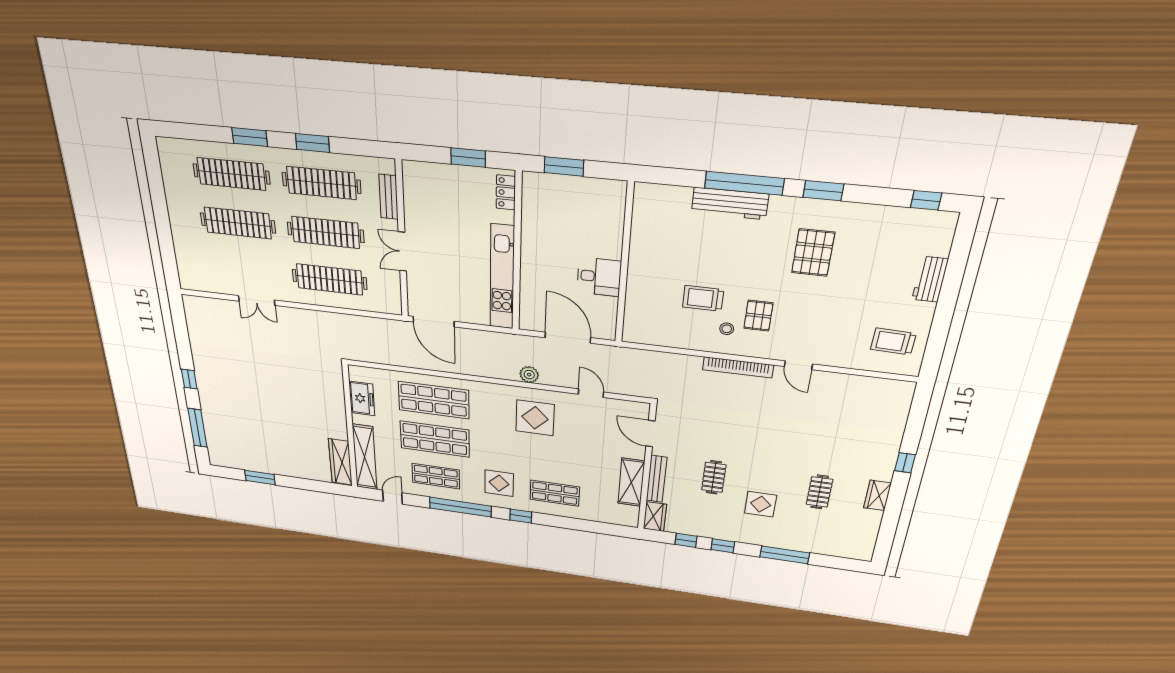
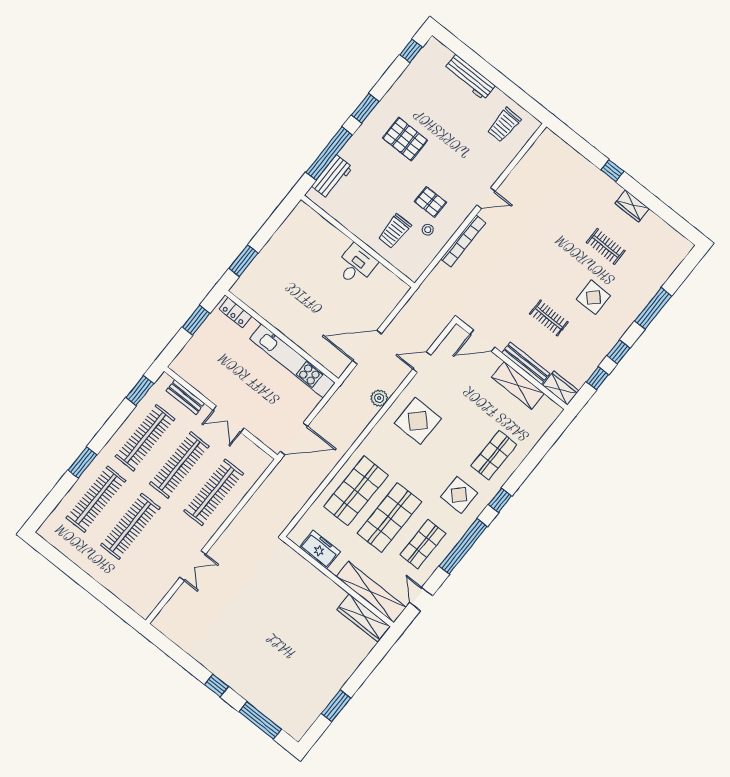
window: (312, 143) -> (140, 391), moved
workbench: (730, 203) -> (332, 177), width x0.73
wall: (624, 265) -> (358, 241), moved
desk: (599, 277) -> (356, 265), moved
workbench: (930, 279) -> (470, 77), width x1.37

